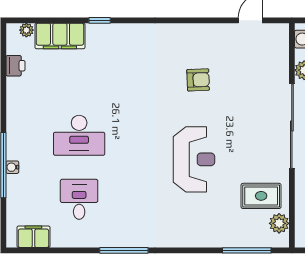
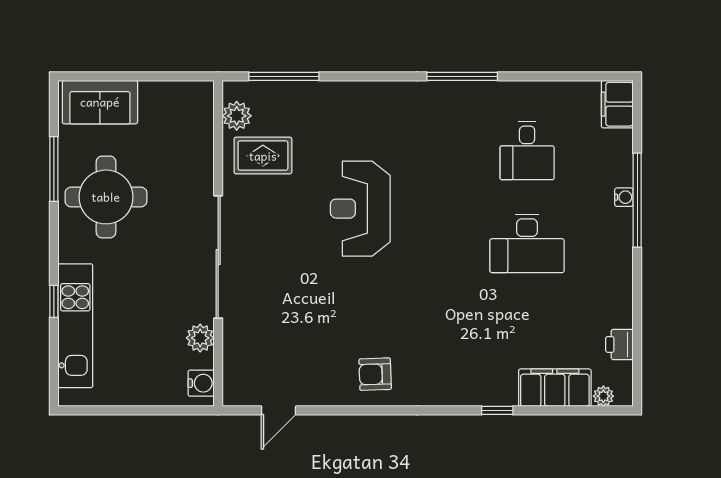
armchair: (198, 80) -> (375, 374), moved
desk: (79, 135) -> (527, 243), turned 180
filing cabinet: (33, 237) -> (617, 104), moved, turned 90

